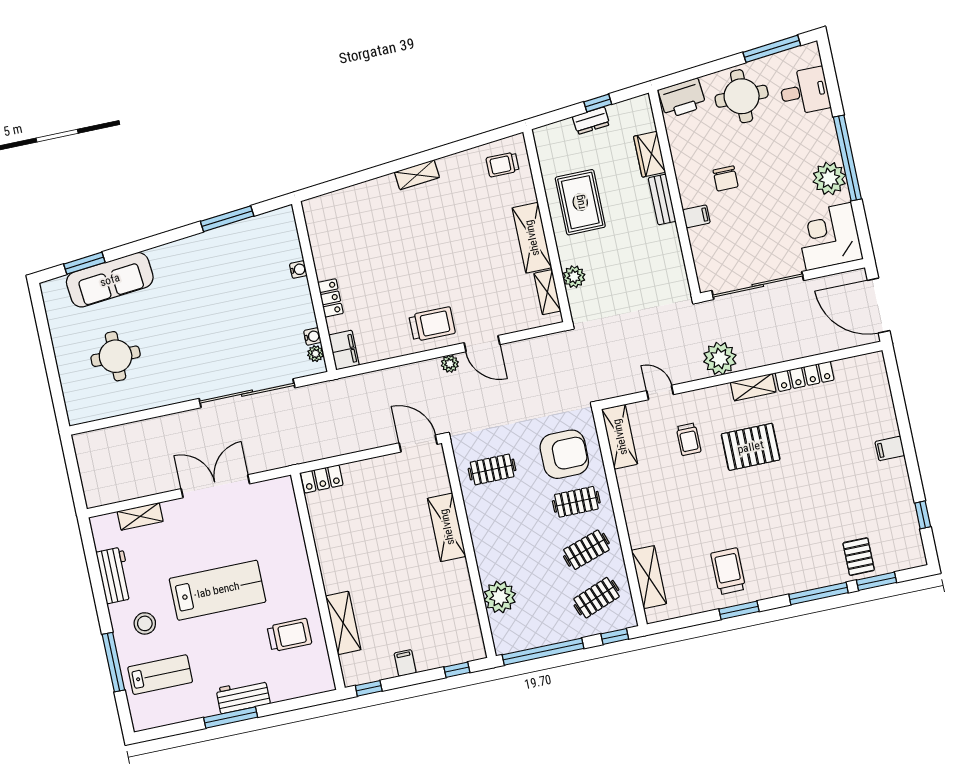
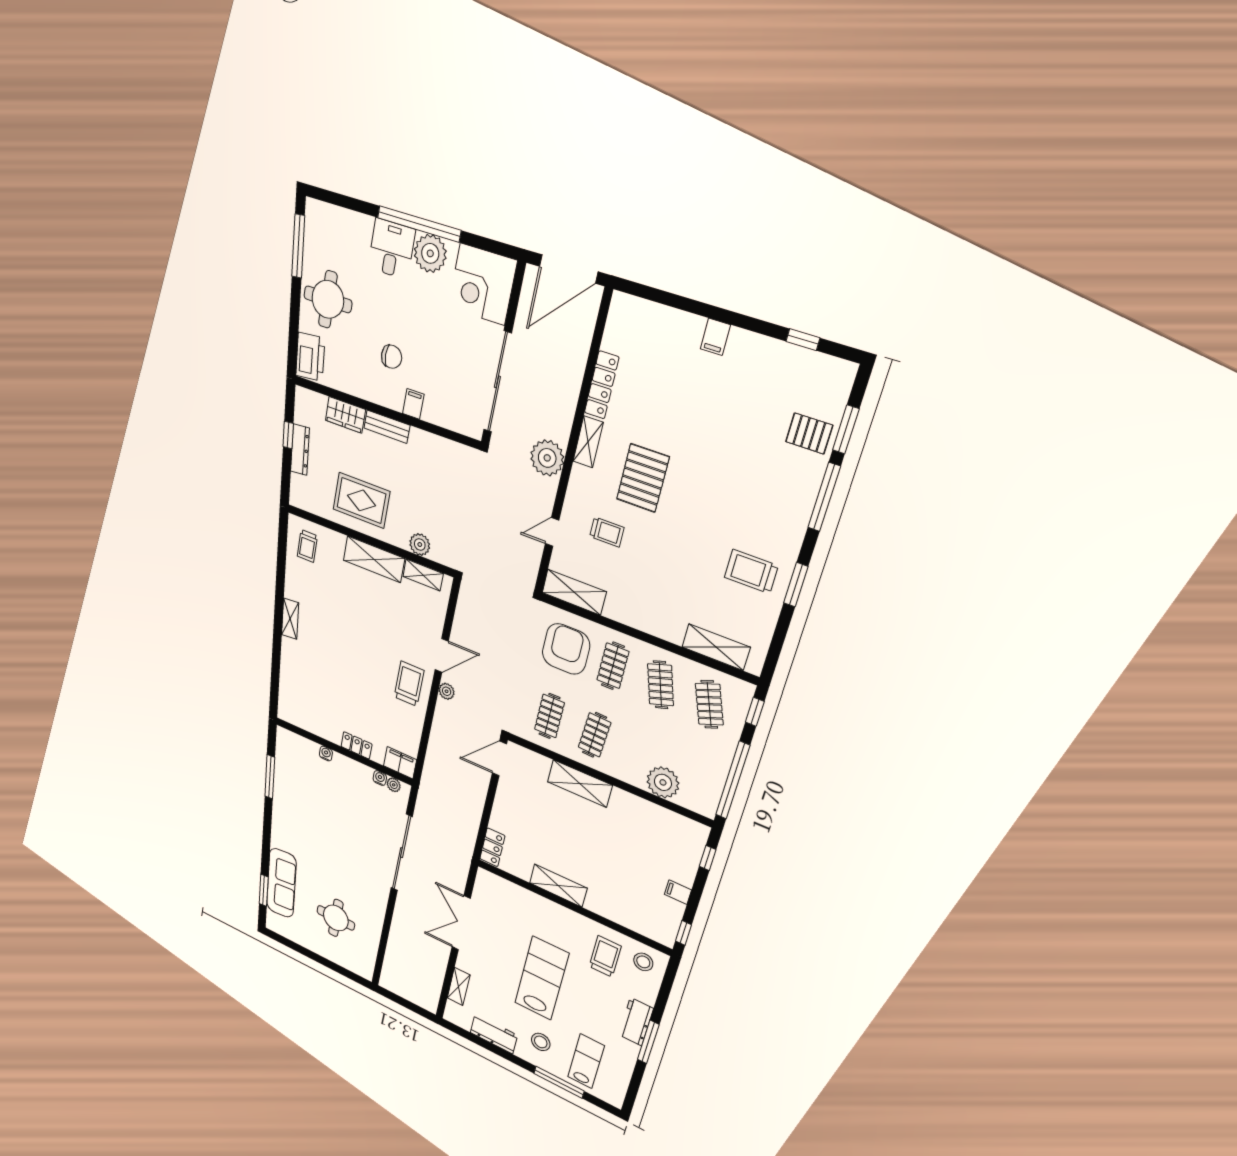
desk: (805, 91) -> (392, 249), moved
dresser: (591, 121) -> (300, 450), width x1.44
clothes rail: (502, 517) -> (595, 735), added
shelving: (343, 623) -> (558, 886), moved
stool: (311, 670) -> (643, 962), added

